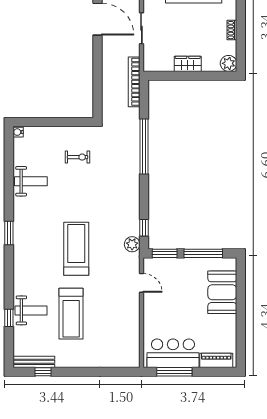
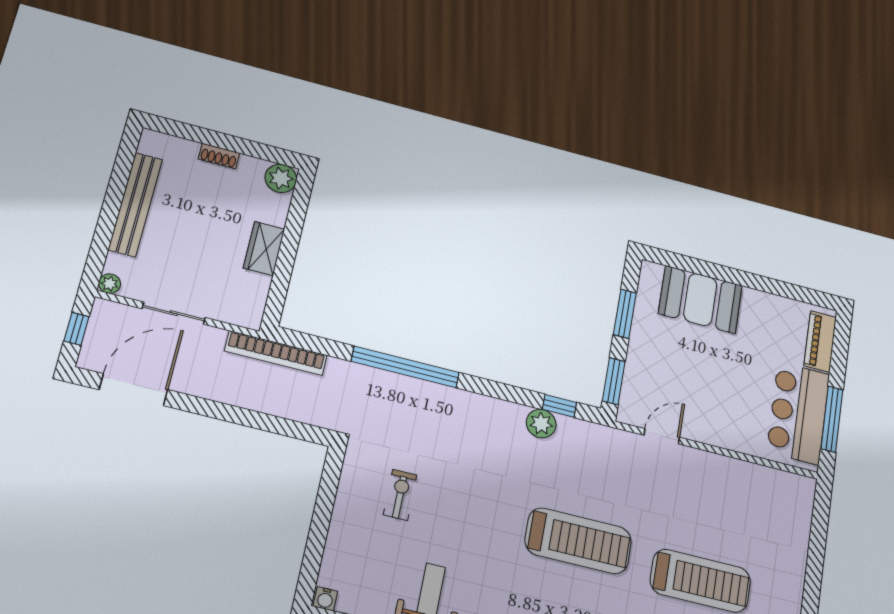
plant: (132, 244) -> (541, 424), moved
treadmill: (76, 249) -> (578, 541), turned 180
window: (203, 253) -> (625, 314), width x0.69

